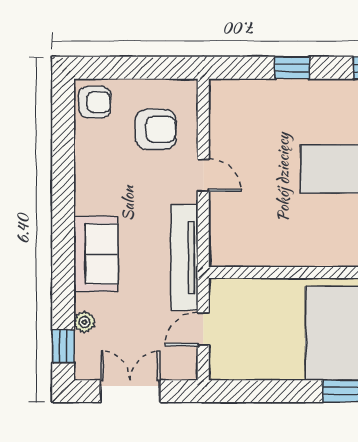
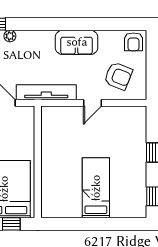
armchair: (156, 129) -> (118, 76), turned -68
sofa: (96, 254) -> (77, 42), moved

